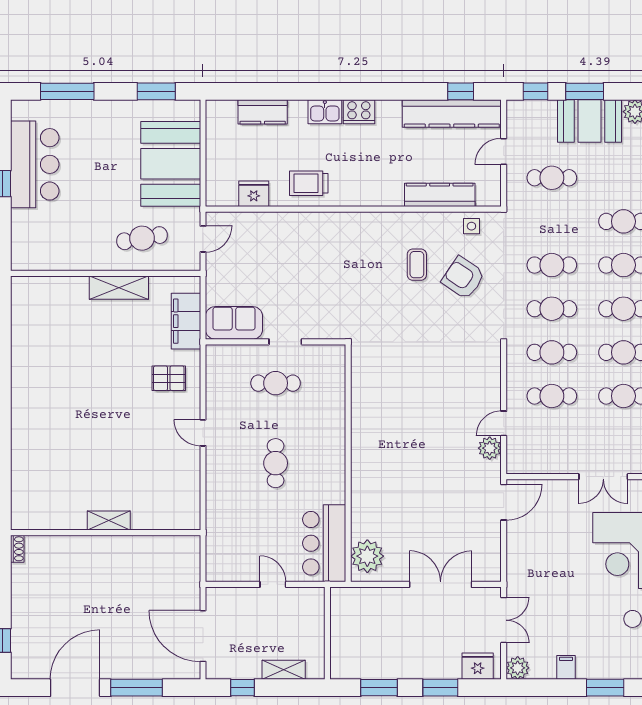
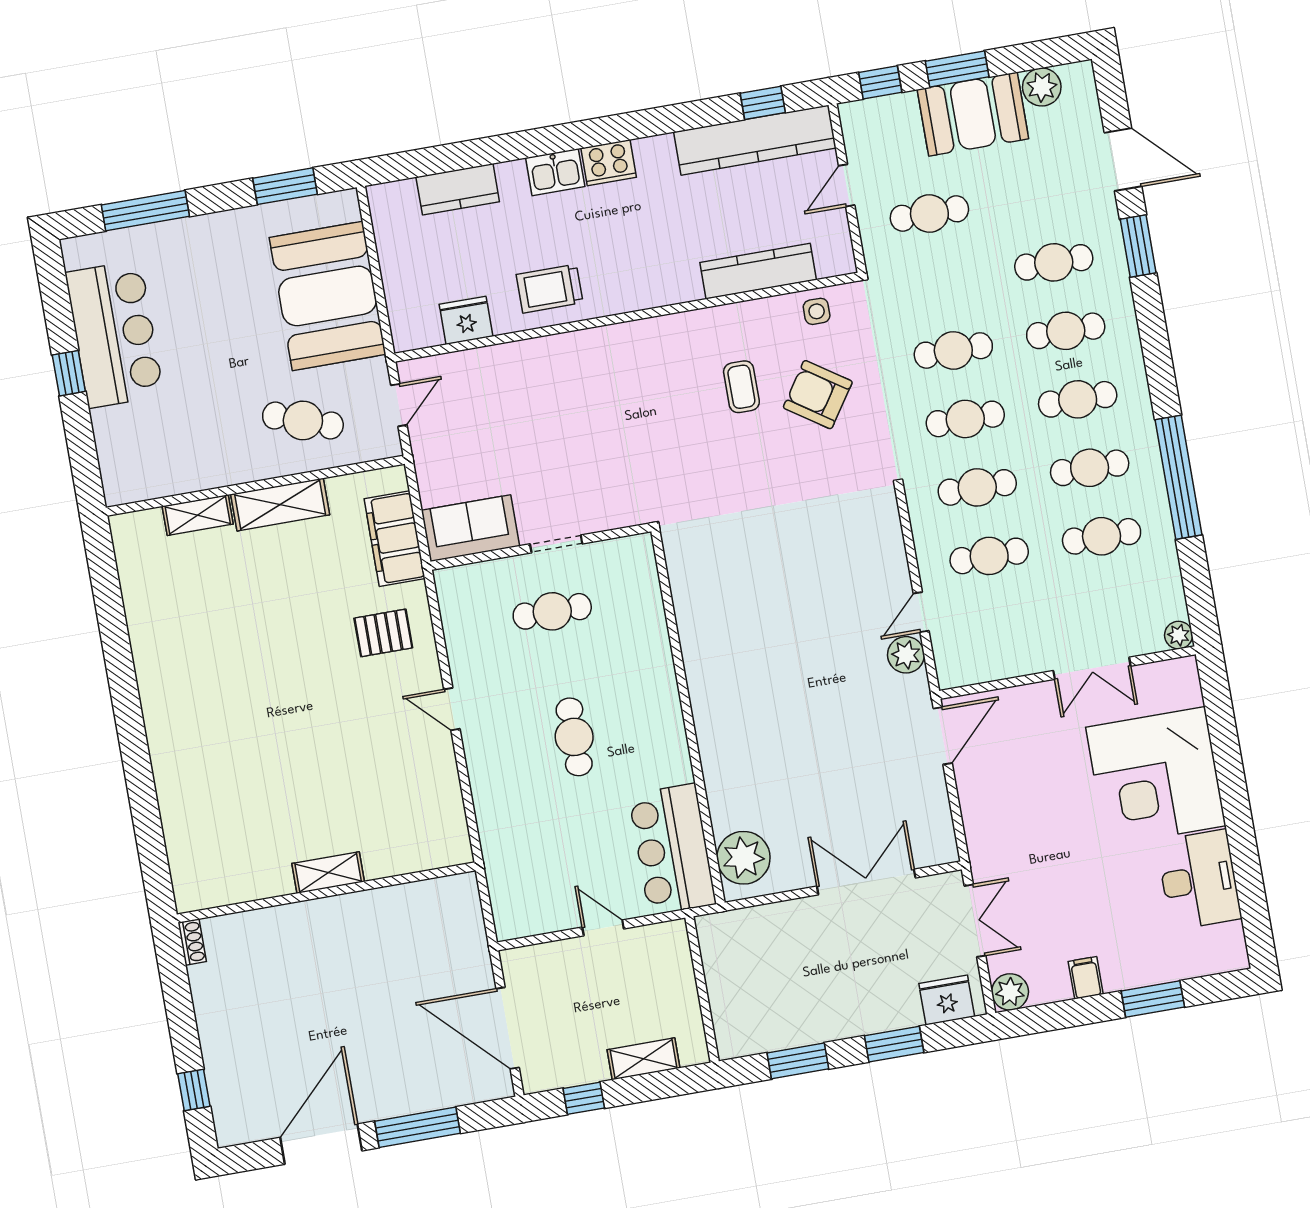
cafe table: (142, 238) -> (303, 420), turned 30
shelving: (67, 285) -> (198, 515), added

